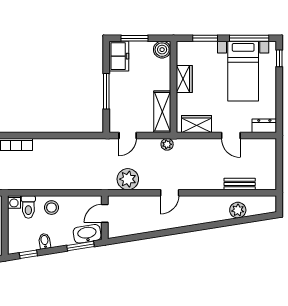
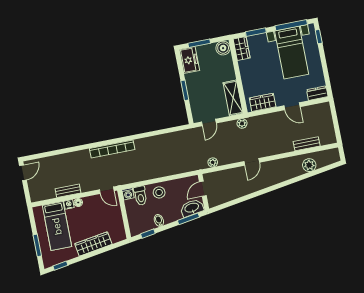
wardrobe: (184, 79) -> (242, 49), moved
window: (106, 91) -> (185, 90), width x0.69
plant: (128, 179) -> (213, 162), width x0.53, depth x0.53

